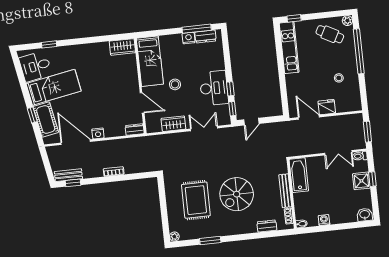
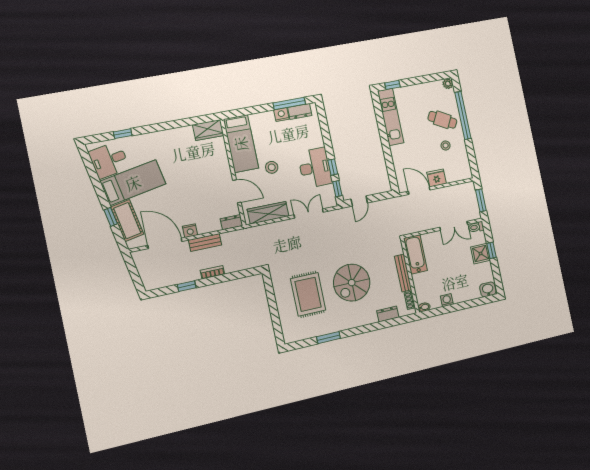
cafe table: (330, 34) -> (442, 120), moved
wardrobe: (173, 124) -> (268, 213), width x1.50
bench: (68, 175) -> (205, 243), moved
window: (73, 183) -> (187, 286), moved
plant: (174, 237) -> (288, 338), removed

